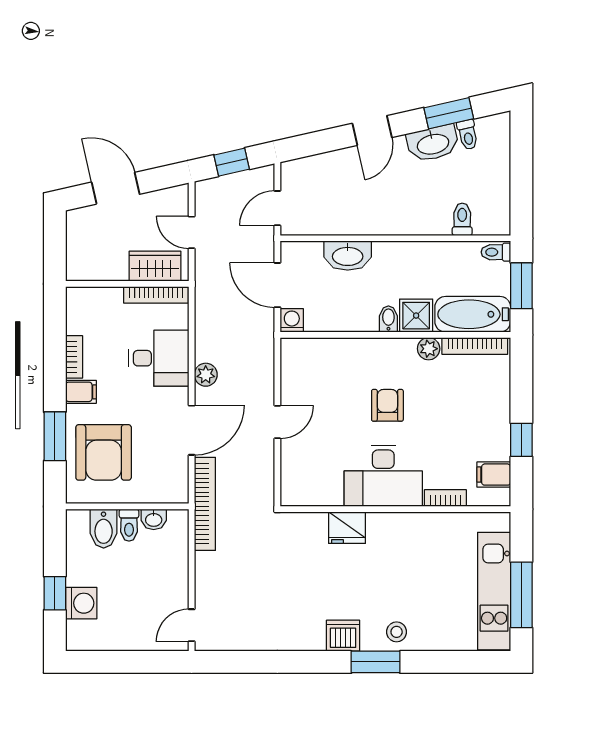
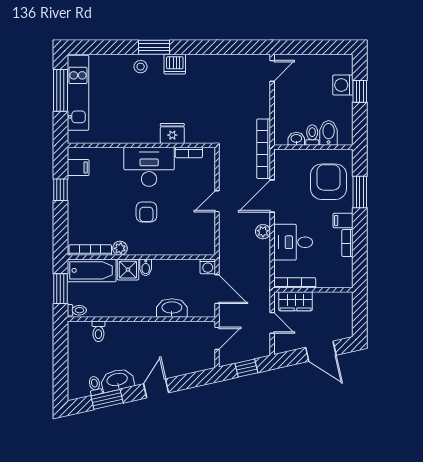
bookcase: (445, 498) -> (189, 152), moved

